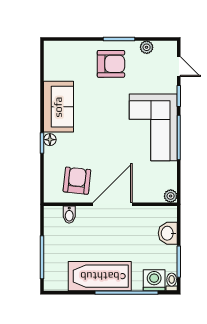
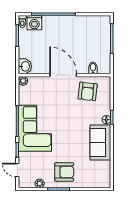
armchair: (111, 64) -> (64, 172), turned 180
door: (112, 204) -> (63, 75), swing flipped
washbasin: (168, 233) -> (25, 66), moved
bathtub: (100, 276) -> (72, 26), removed

